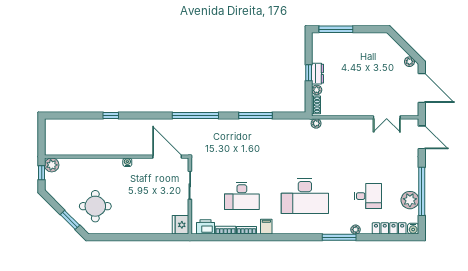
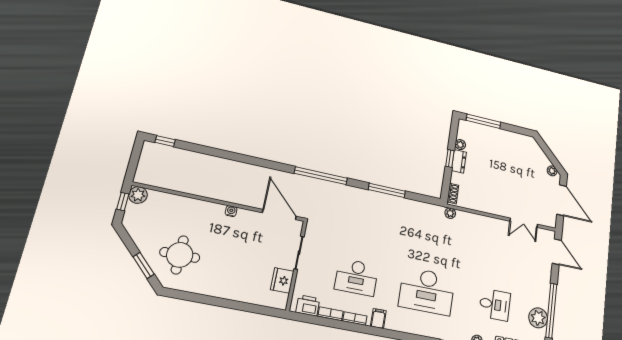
plant: (317, 90) -> (460, 145), moved
window: (111, 115) -> (165, 141), moved
fridge: (181, 225) -> (282, 280), moved

